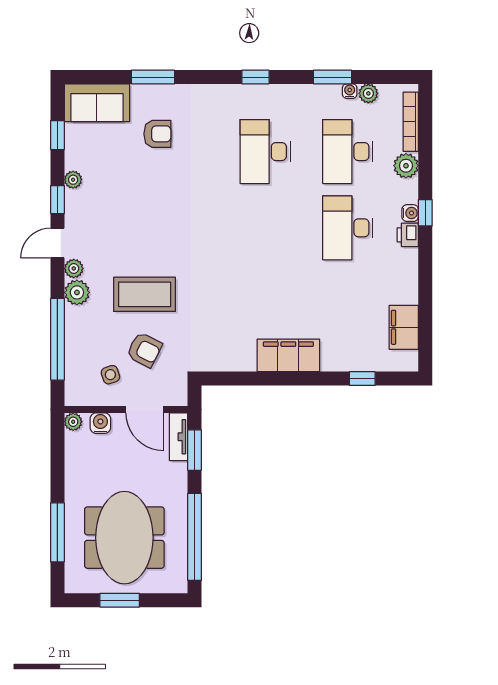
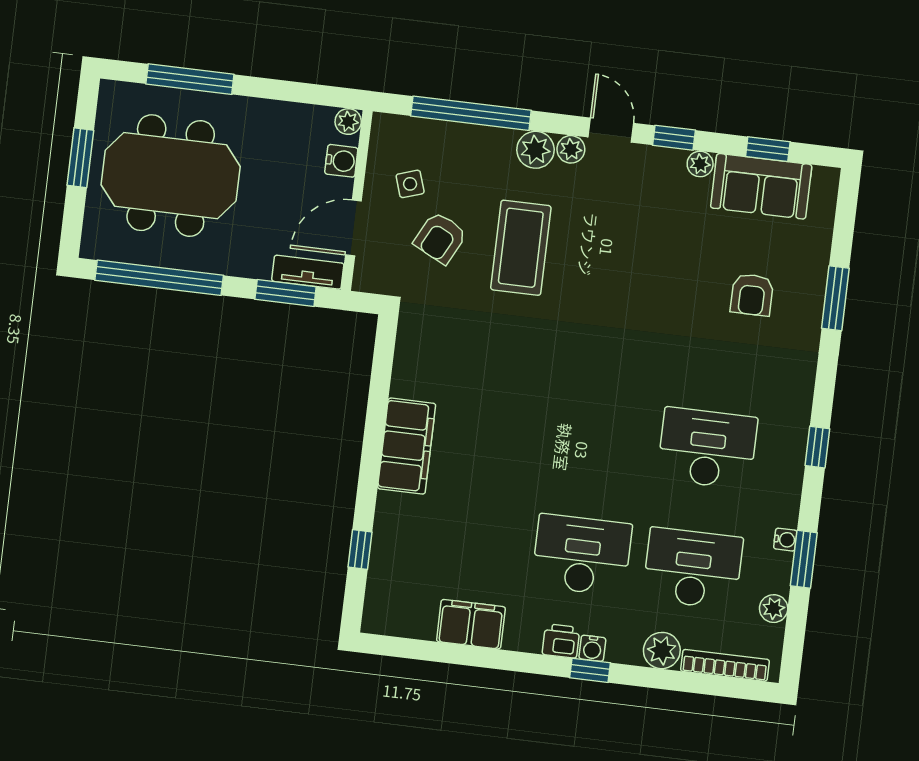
water cooler: (350, 91) -> (785, 540), moved
sofa: (97, 103) -> (761, 186), moved, turned -90
filing cabinet: (404, 327) -> (471, 624), moved

